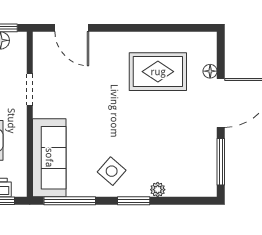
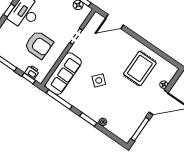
door: (72, 28) -> (114, 22), hinge flipped
rug: (158, 72) -> (140, 68), turned 90
side table: (112, 171) -> (99, 80), moved

